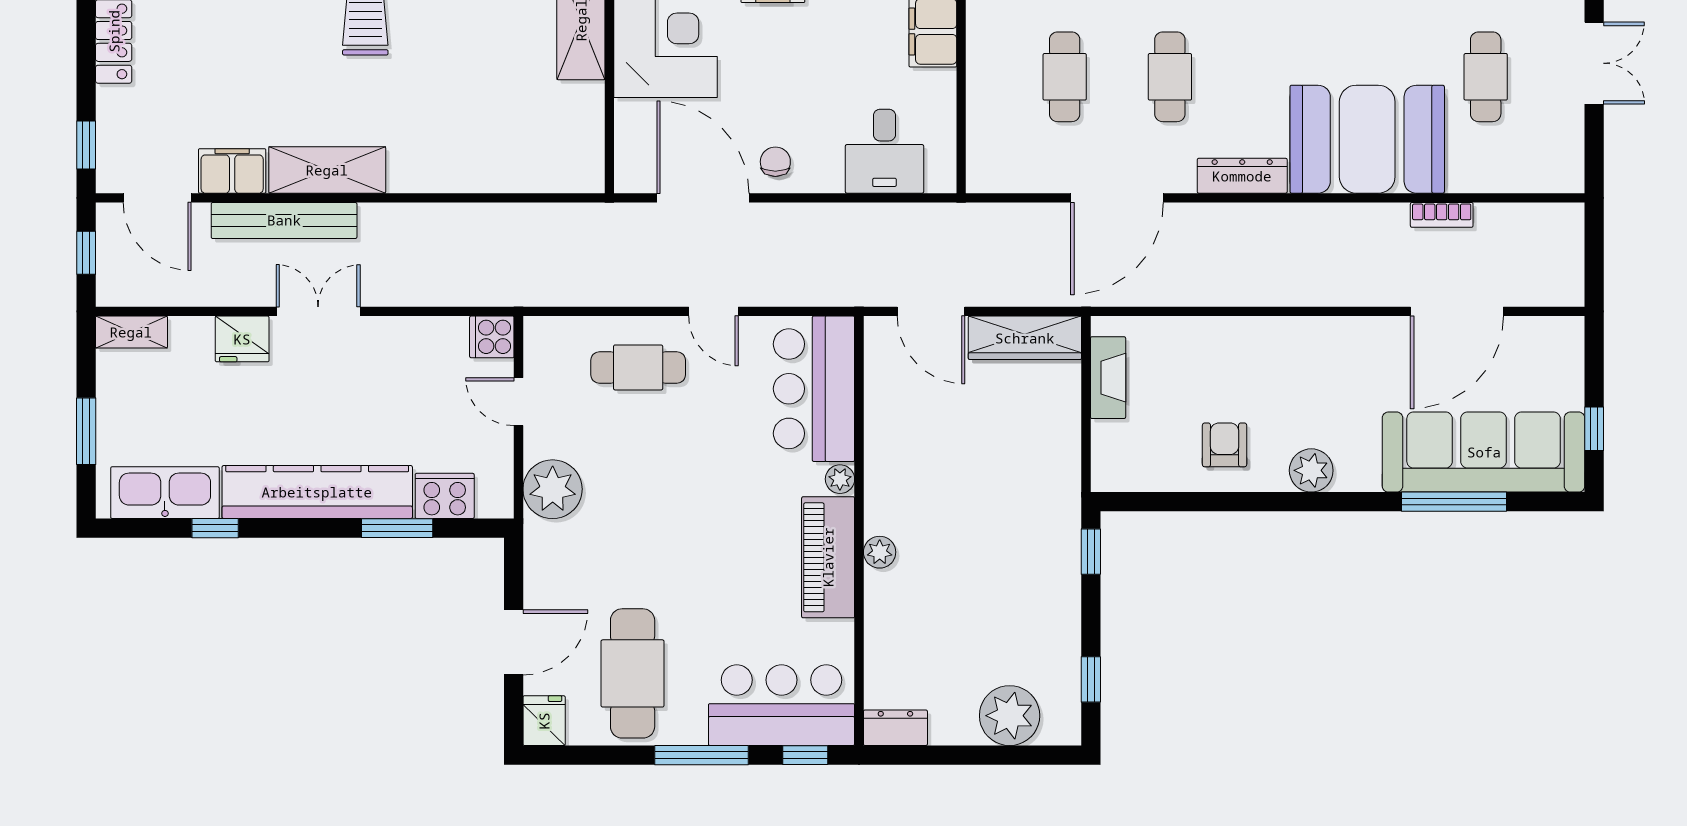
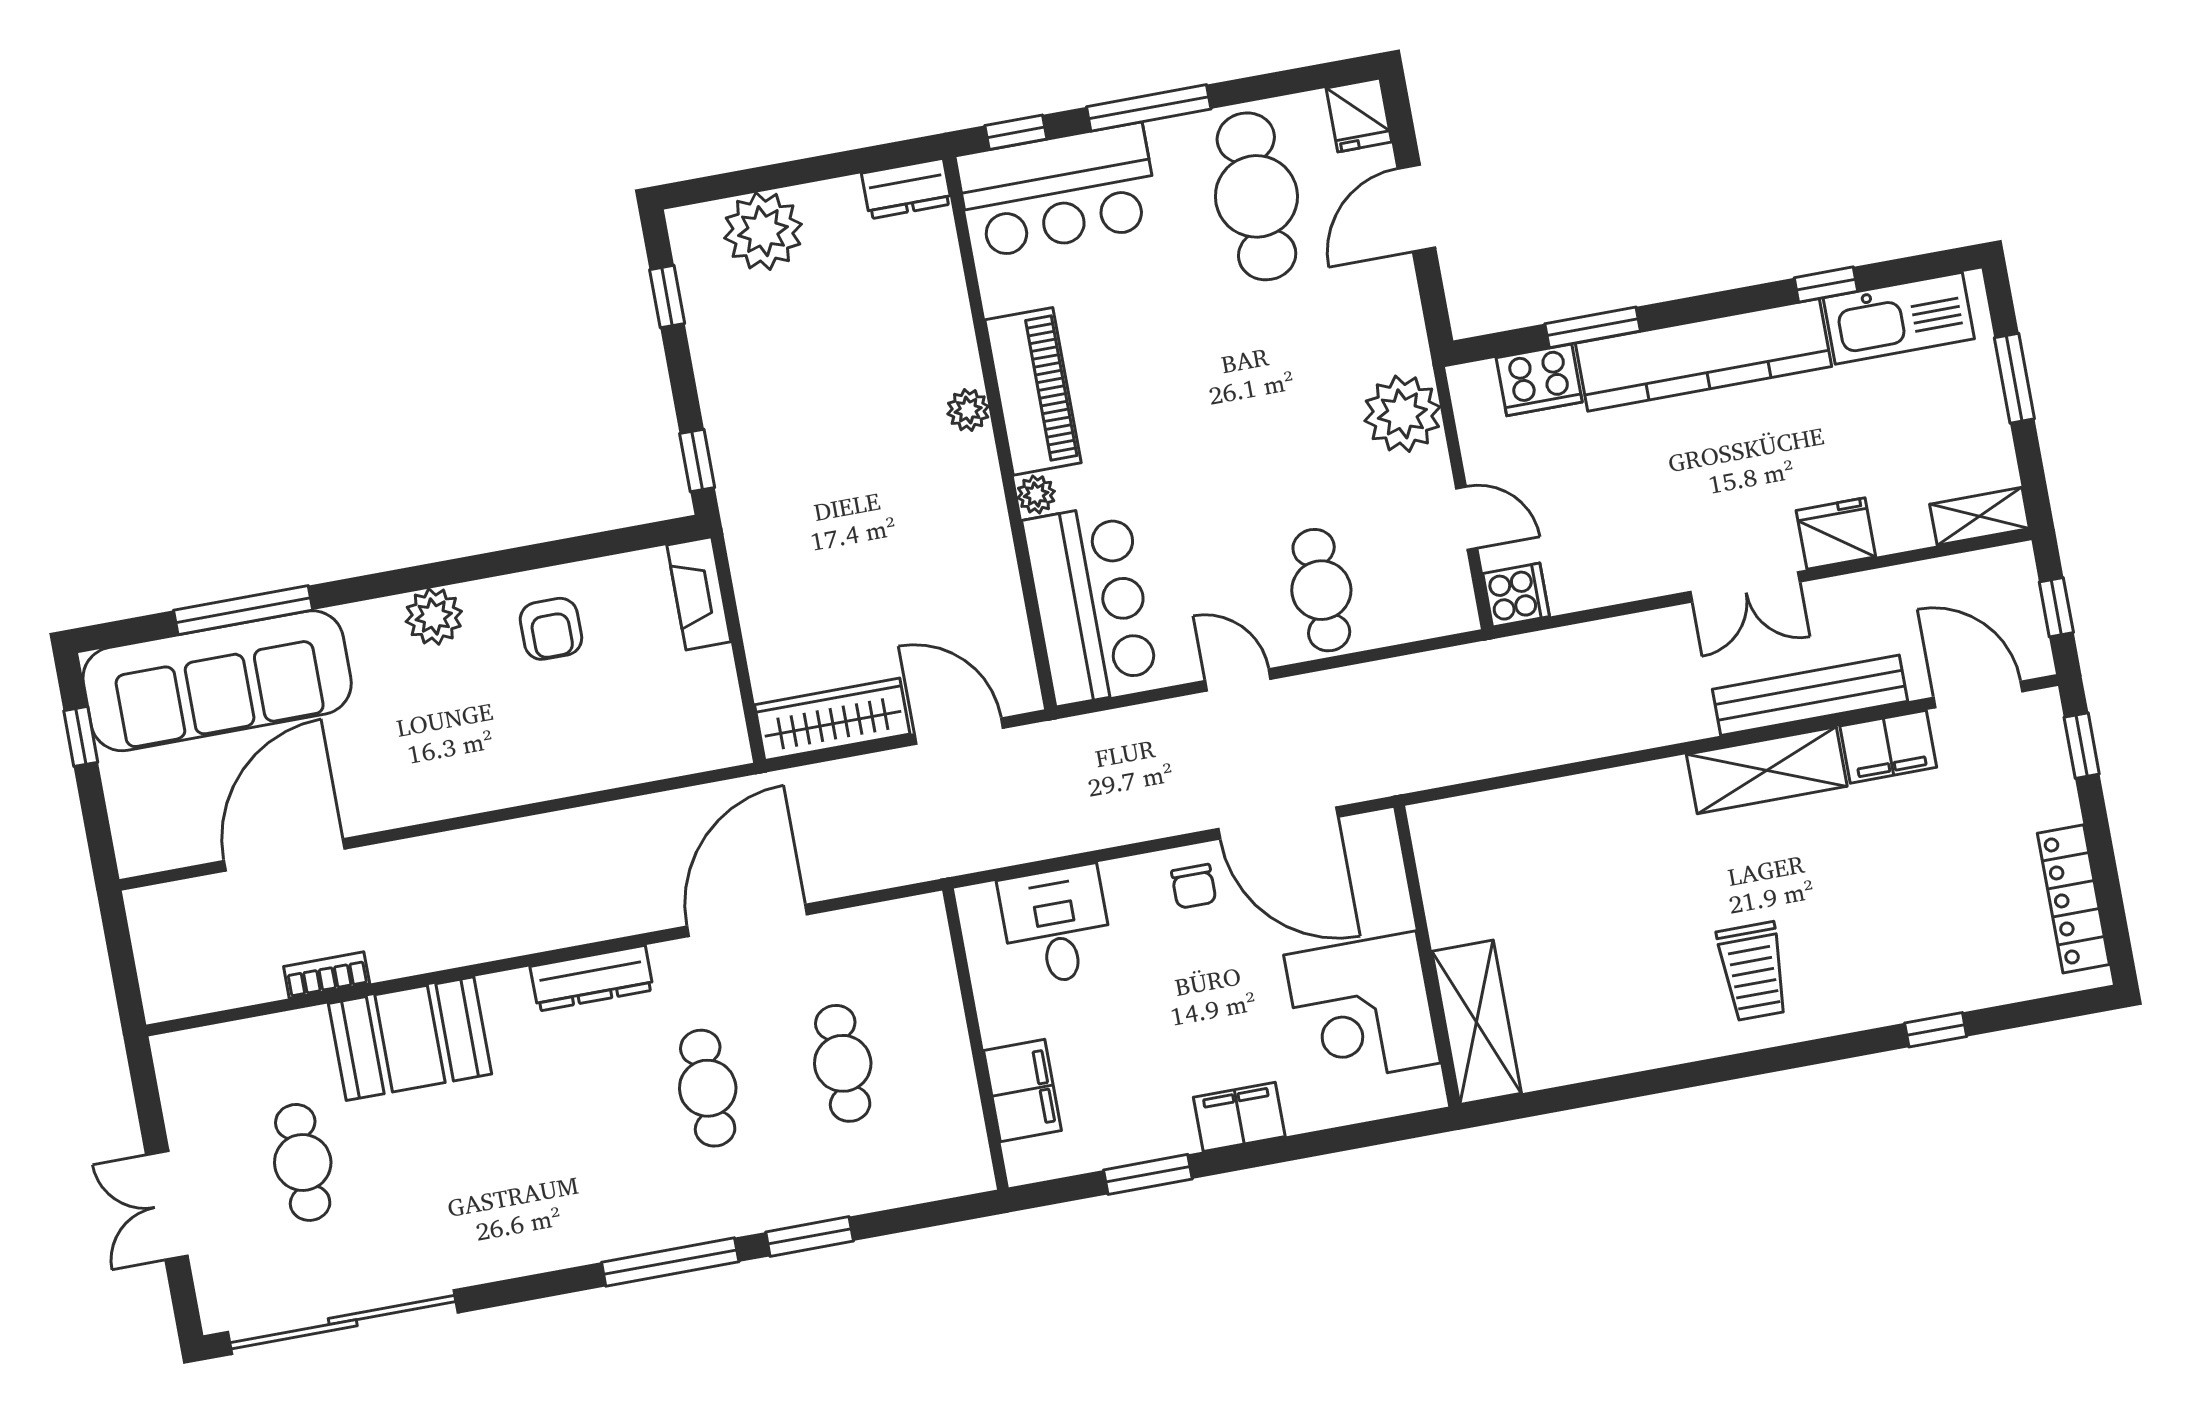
booth: (1367, 139) -> (410, 1039), width x0.73, depth x0.70
cafe table: (638, 367) -> (1321, 590), turned 90
fireplace: (1108, 378) -> (699, 593), moved

